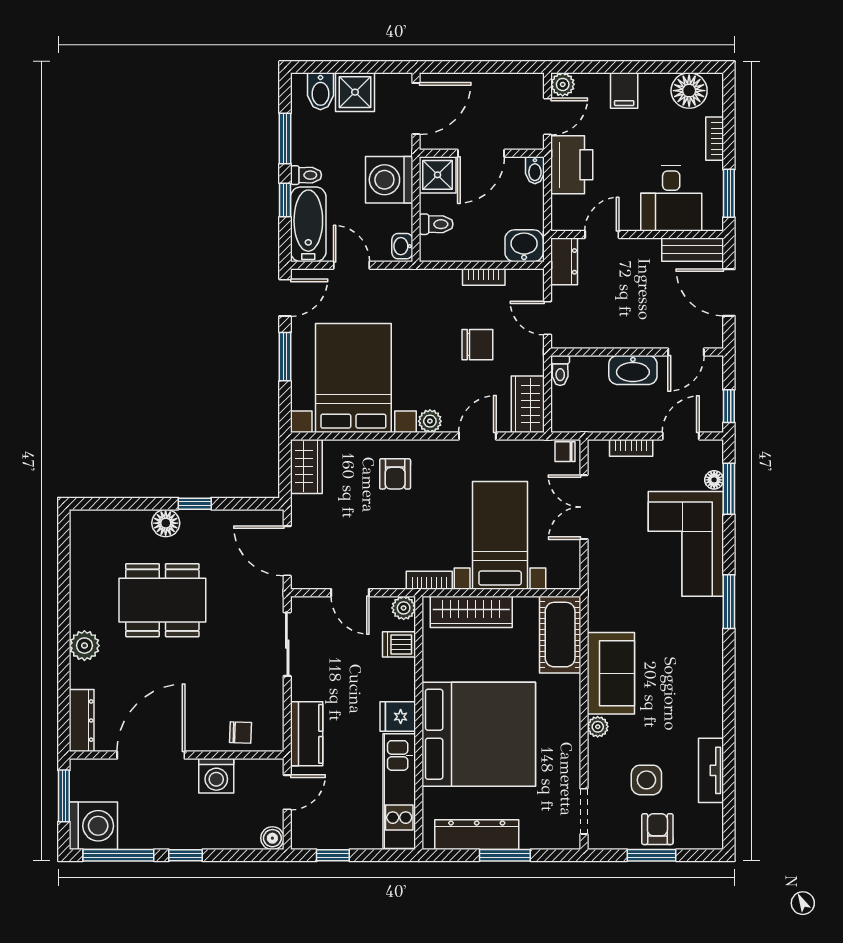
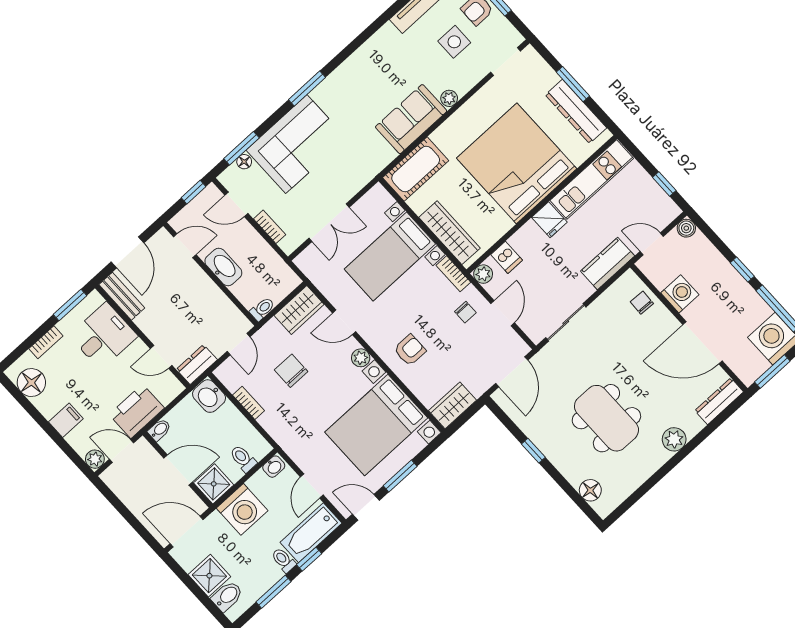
chair: (565, 452) -> (465, 312), moved
floor lamp: (166, 523) -> (590, 490), moved

